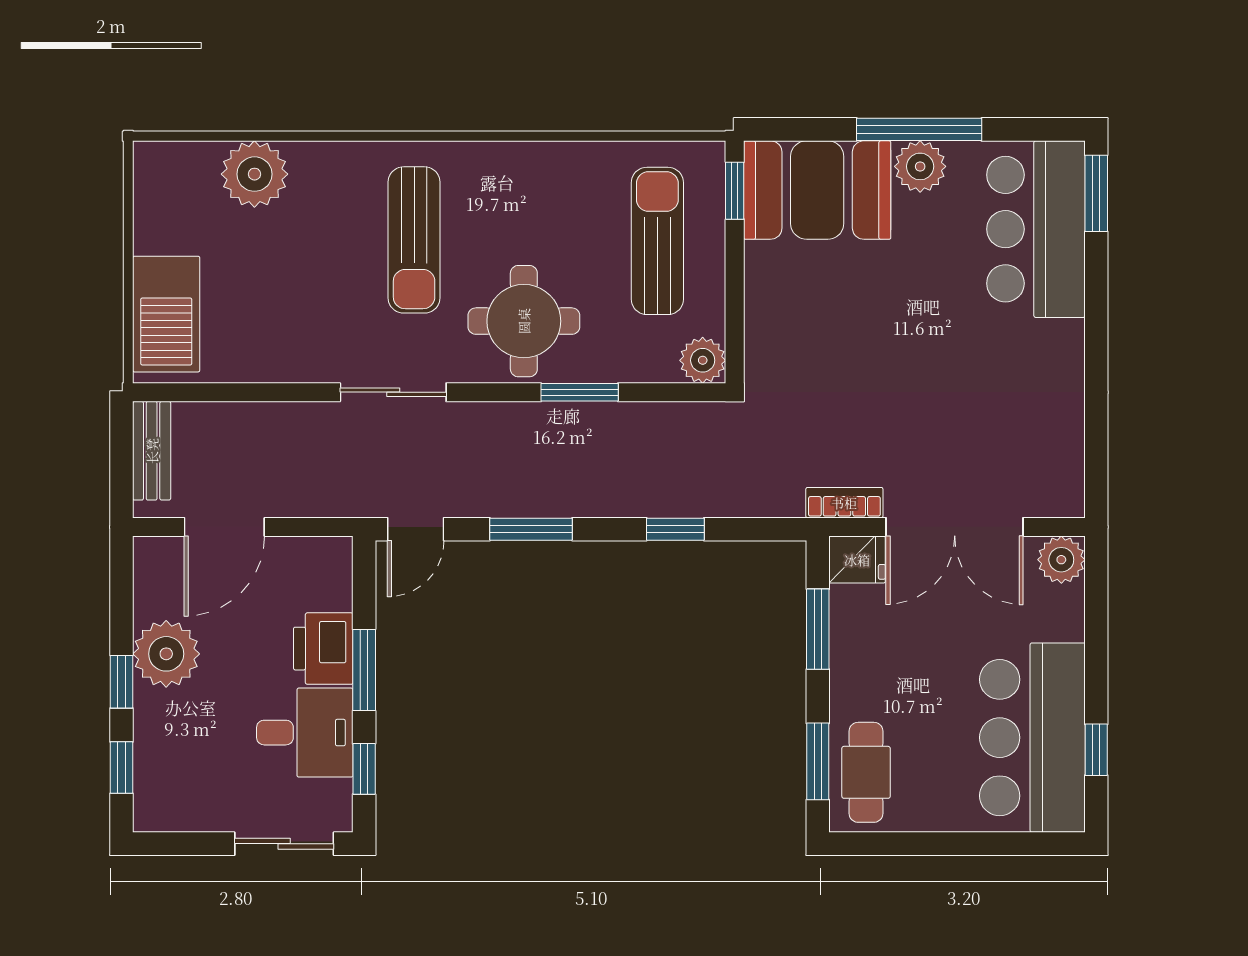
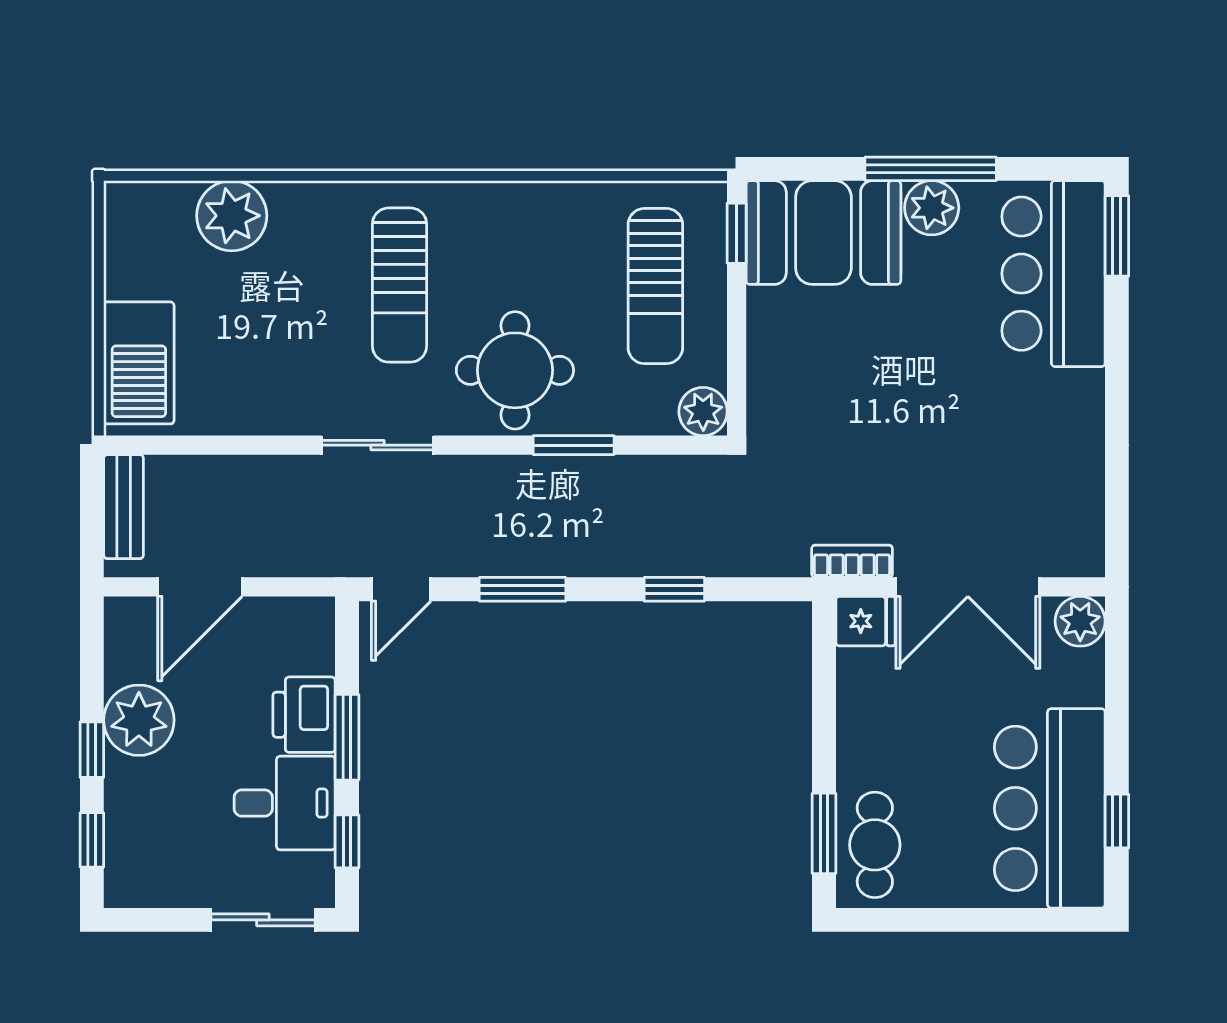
sun lounger: (657, 241) -> (655, 286), turned 180
window: (818, 629) -> (824, 694), removed

